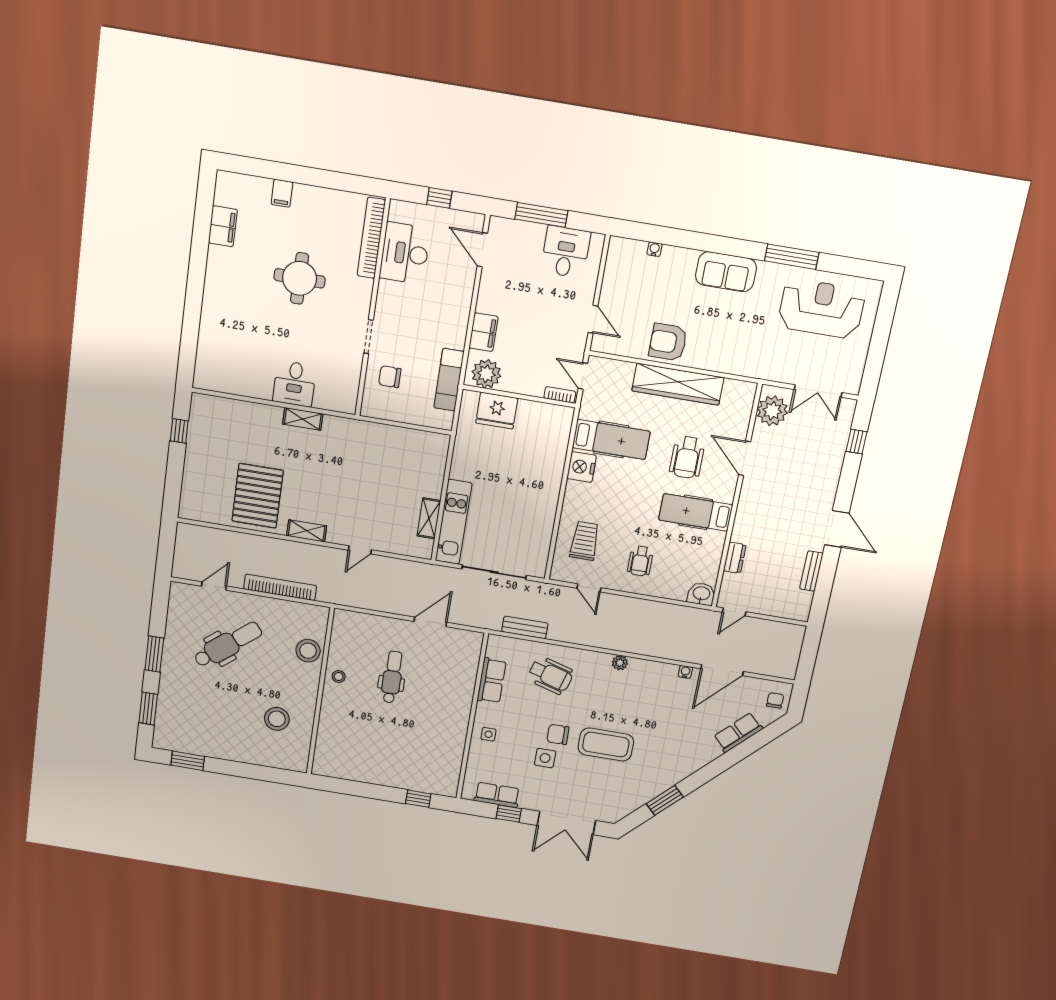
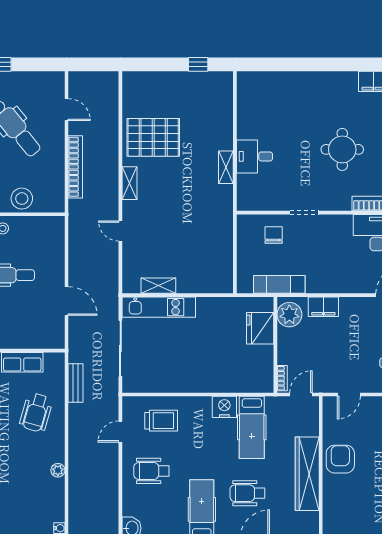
wheelchair: (640, 561) -> (152, 471), width x1.36, depth x1.37

